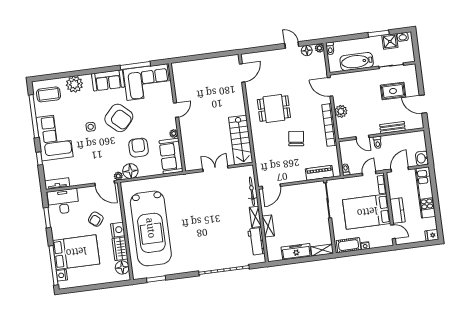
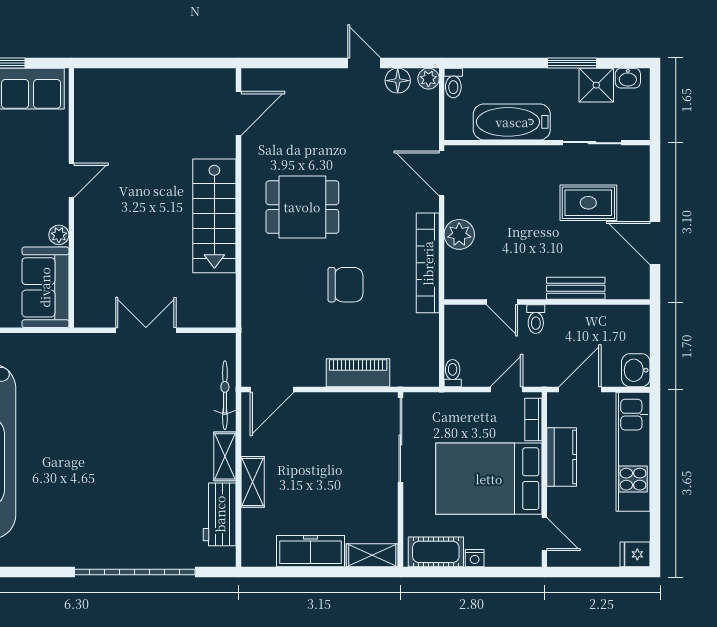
chair: (296, 139) -> (345, 285), turned 83
stairs: (241, 140) -> (214, 216), moved
piano: (319, 173) -> (358, 373), moved
kitchen counter: (397, 211) -> (562, 457), moved

